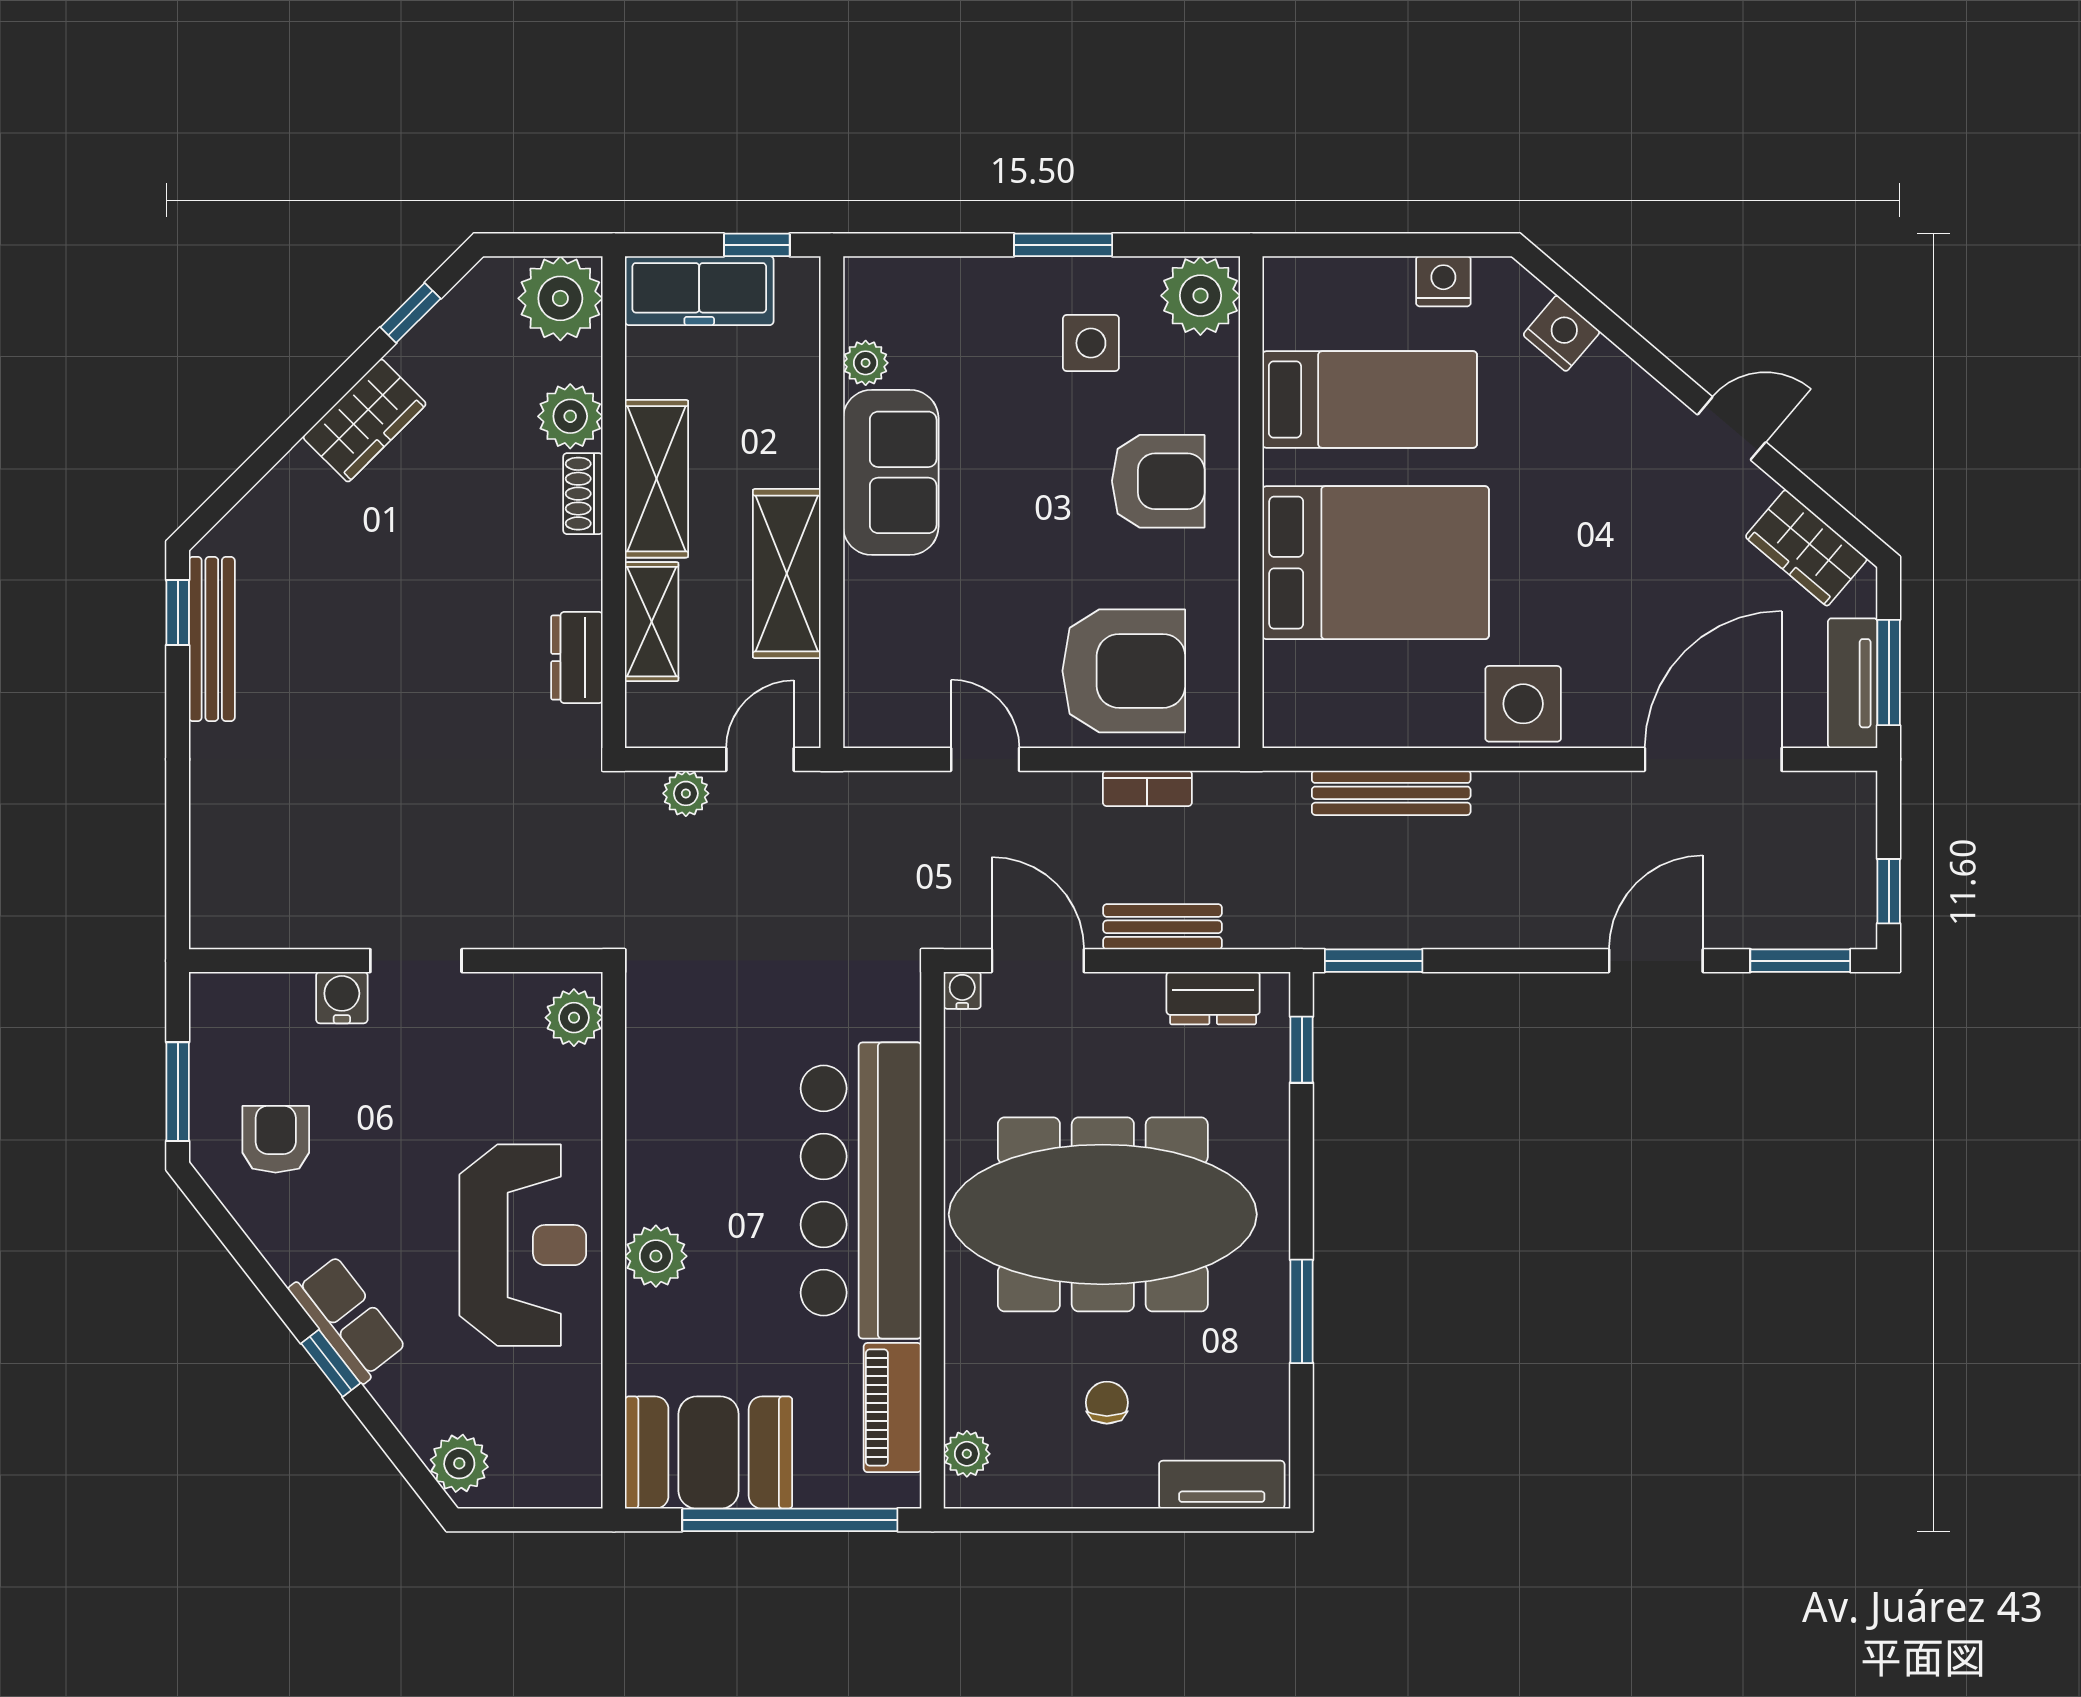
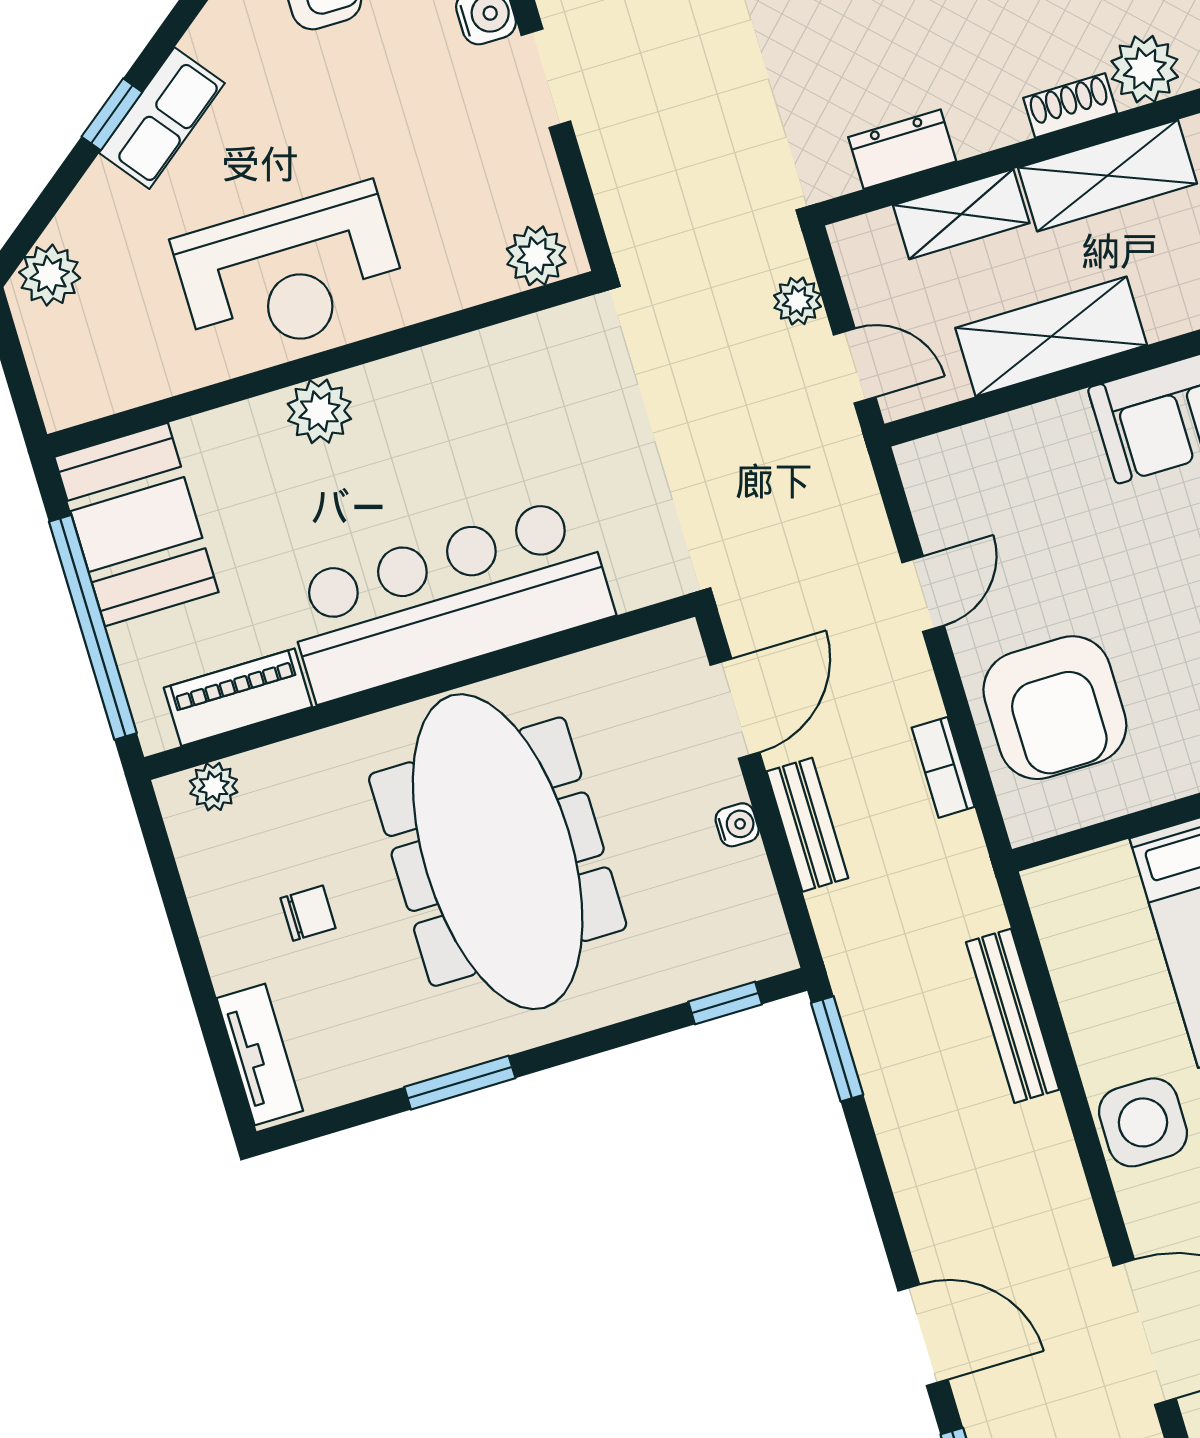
water cooler: (962, 990) -> (737, 825), moved
dresser: (1213, 998) -> (750, 898), removed

